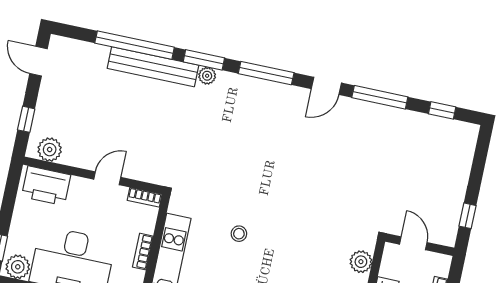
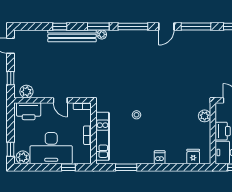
window: (135, 45) -> (60, 26), width x0.32
door: (107, 178) -> (60, 100), swing flipped

